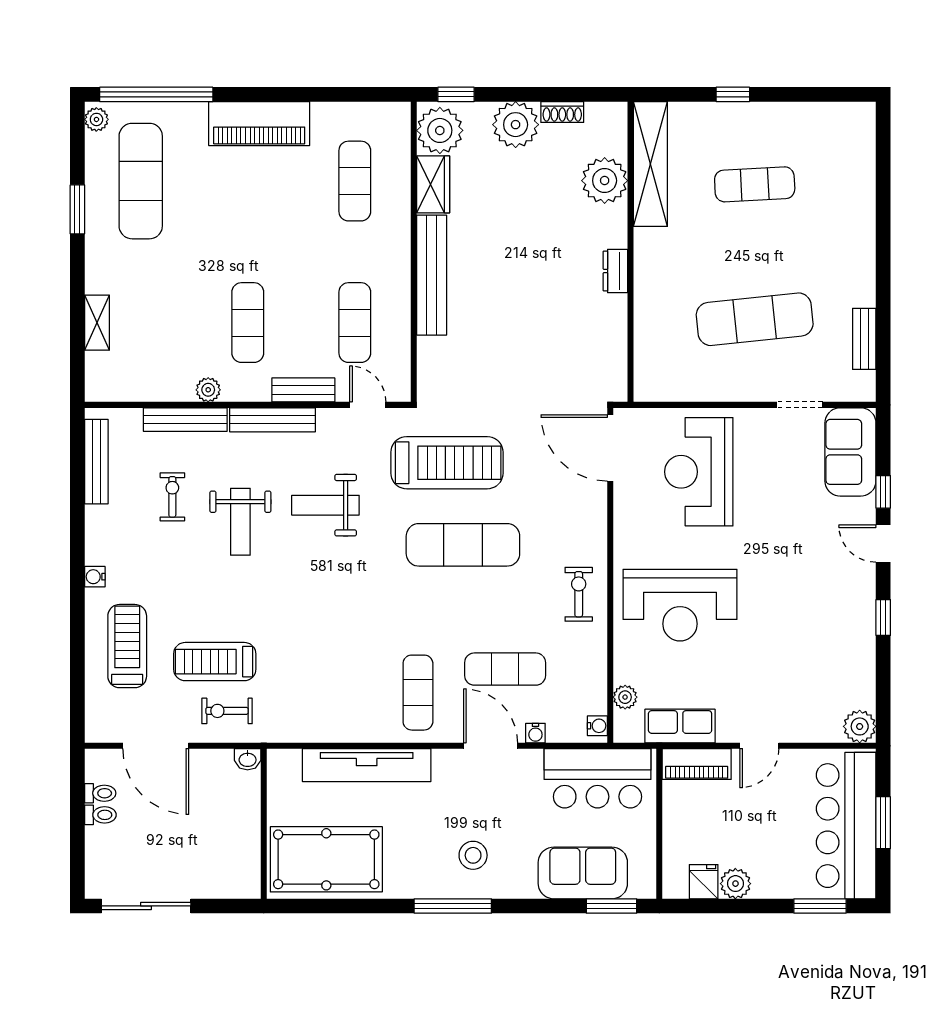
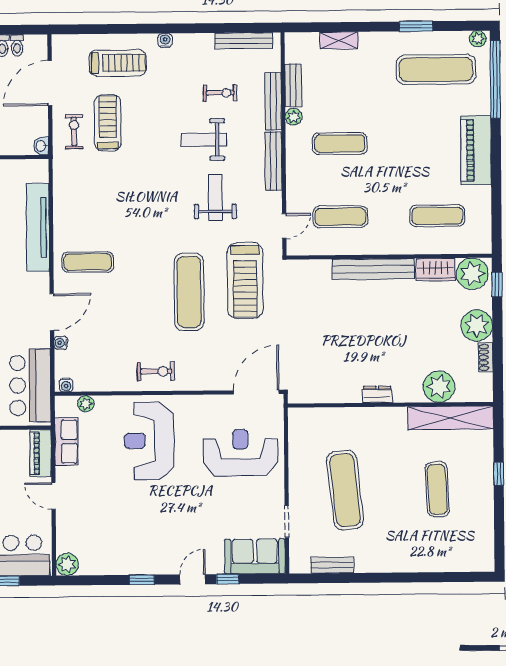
bench: (303, 390) -> (293, 85), moved
exercise mat: (505, 669) -> (104, 322), removed

